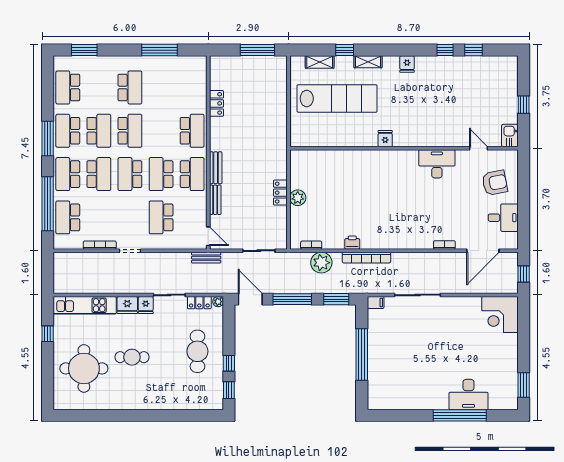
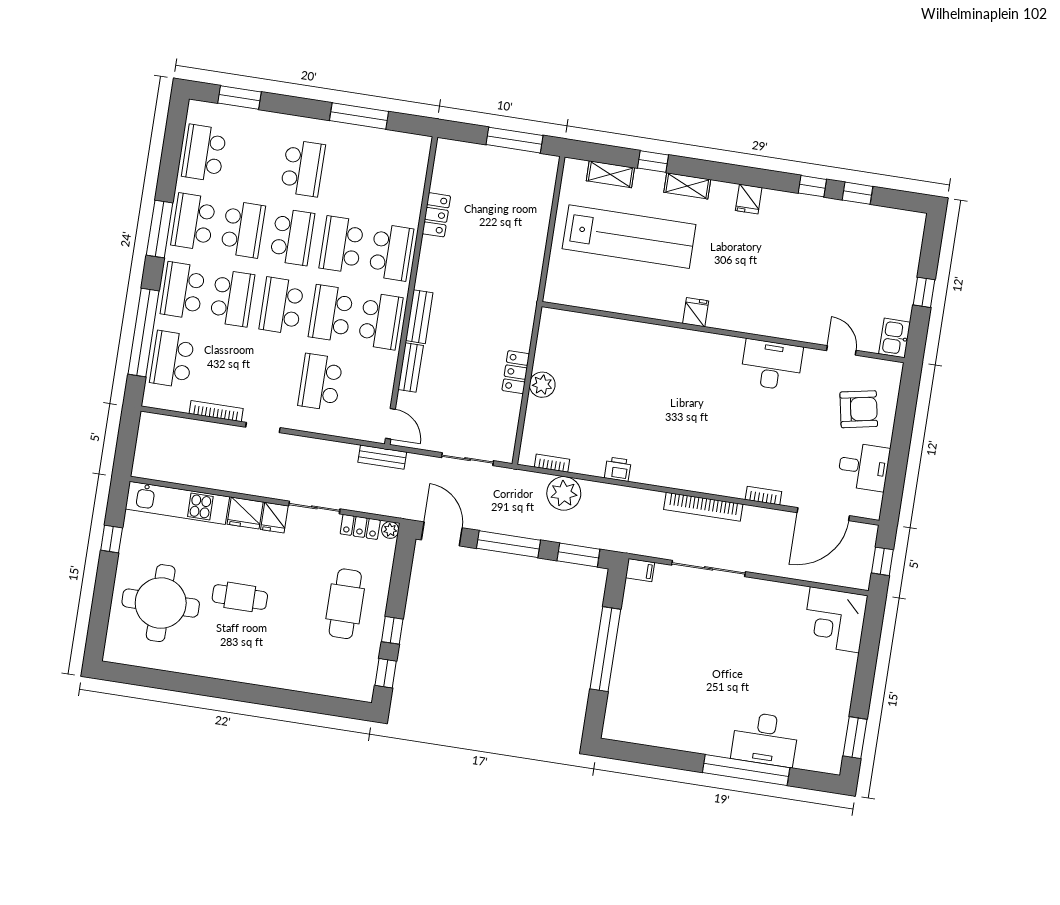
school desk: (161, 131) -> (342, 245), added
bookcase: (366, 258) -> (703, 507), moved

